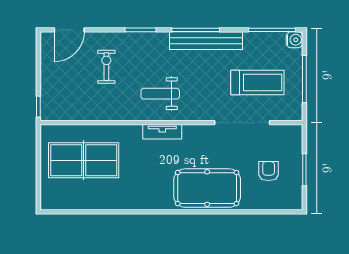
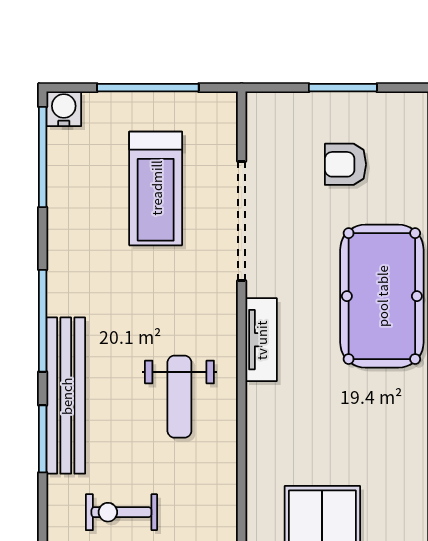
bench: (206, 41) -> (66, 396), moved
treadmill: (257, 83) -> (156, 188), turned 180
tv unit: (162, 132) -> (261, 340), moved

